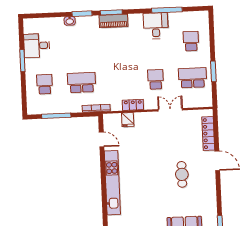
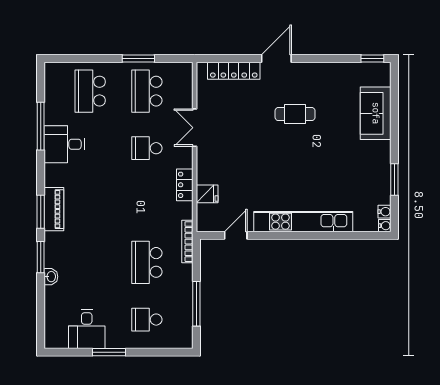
school desk: (191, 41) -> (90, 91), width x1.85

